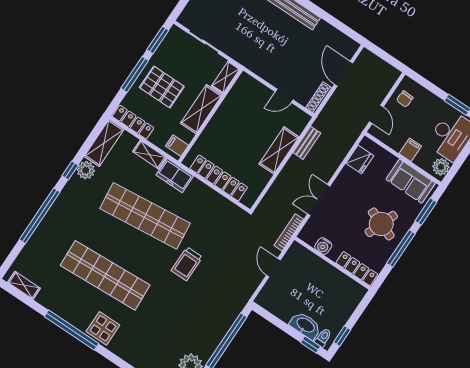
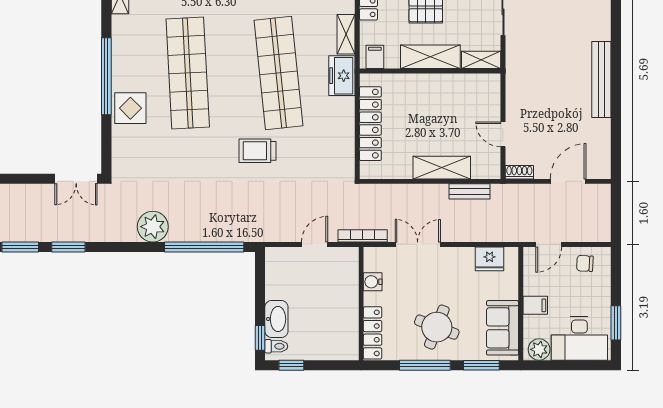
shoe rack: (319, 98) -> (519, 172), width x0.70

